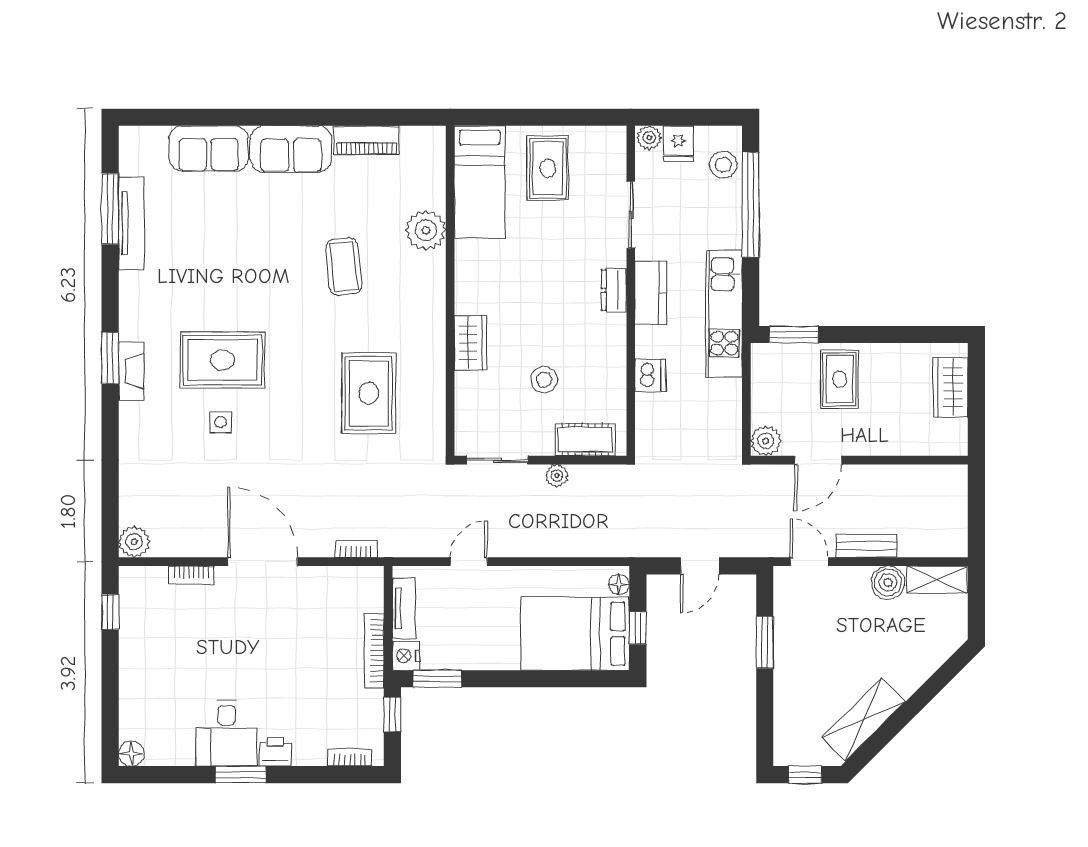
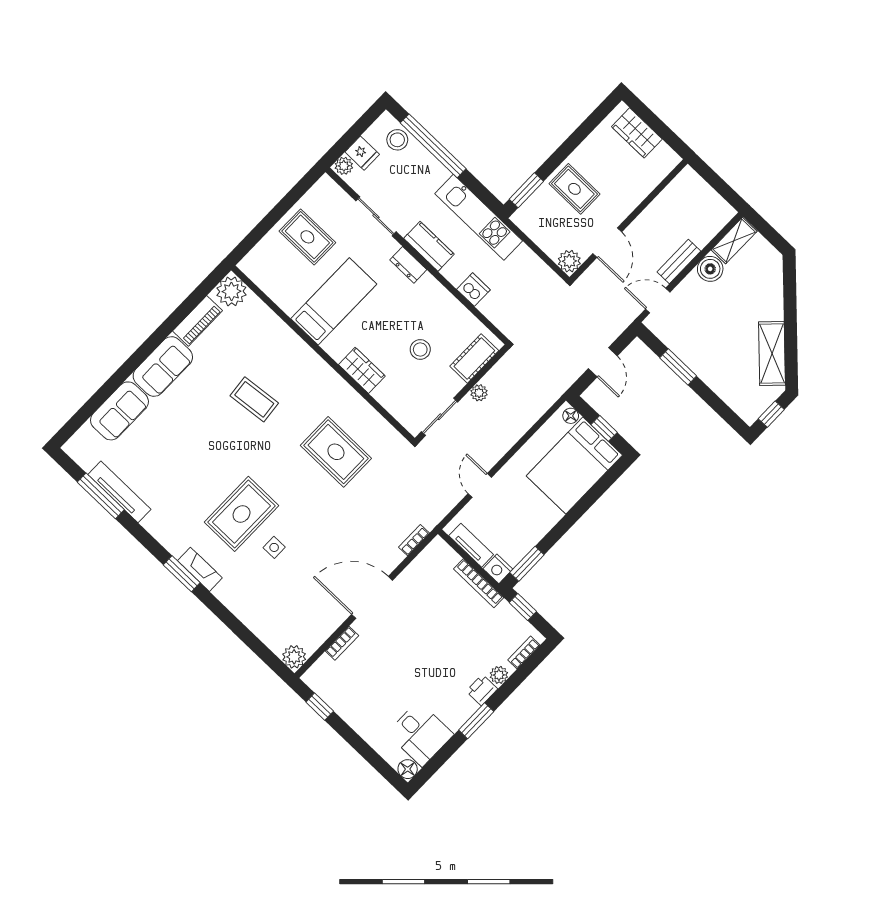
bed: (480, 182) -> (334, 301), moved, turned -90
plant: (426, 230) -> (231, 291), moved
desk: (226, 733) -> (420, 734), moved
plant: (305, 754) -> (499, 675), added

